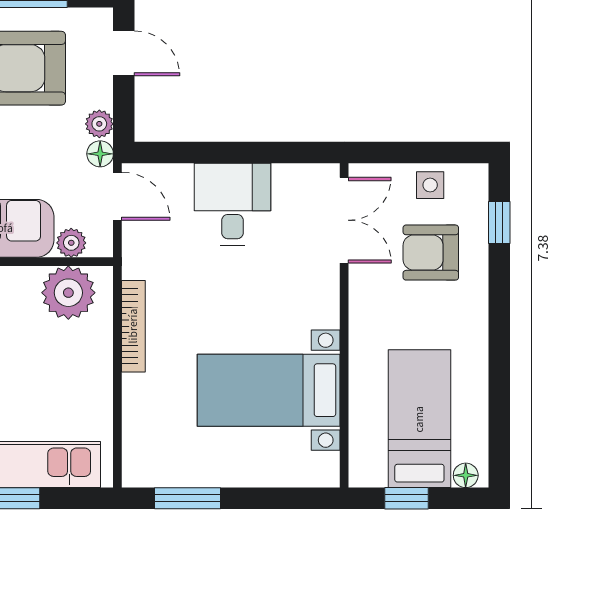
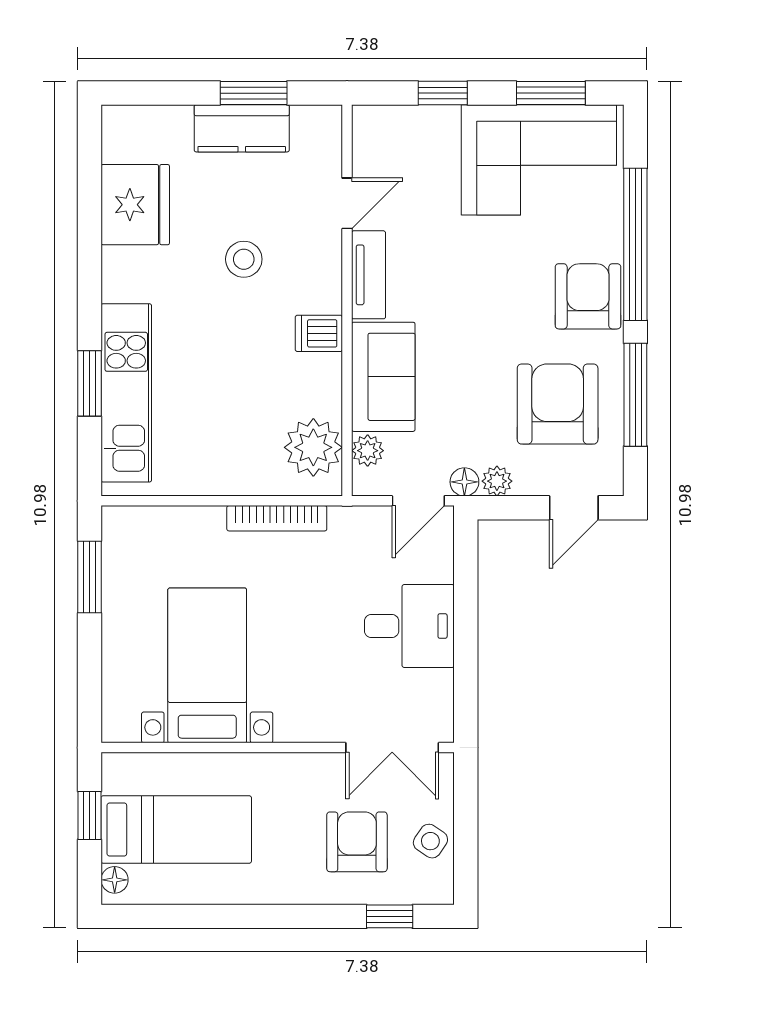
side table: (430, 185) -> (430, 841), turned 34

